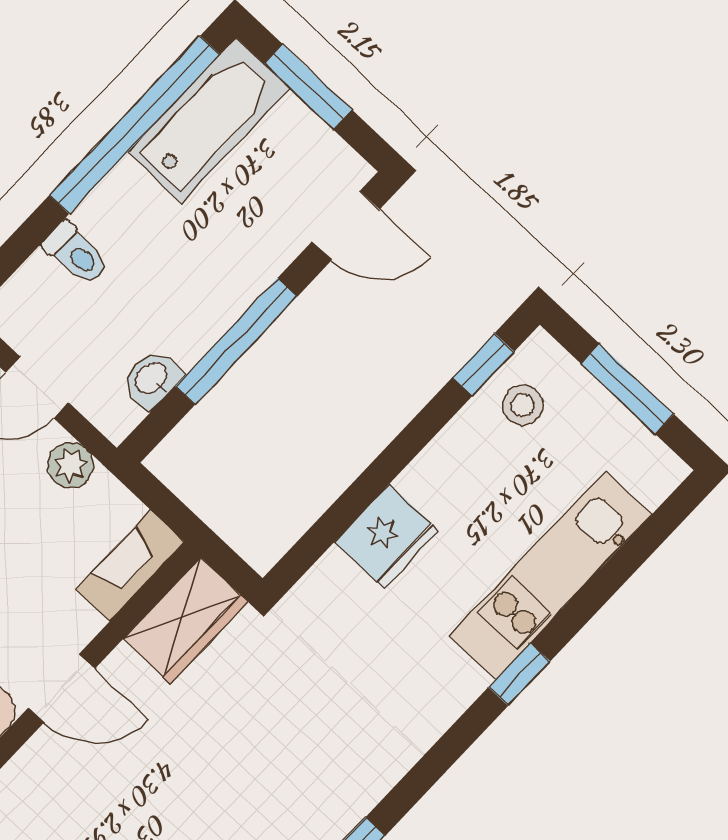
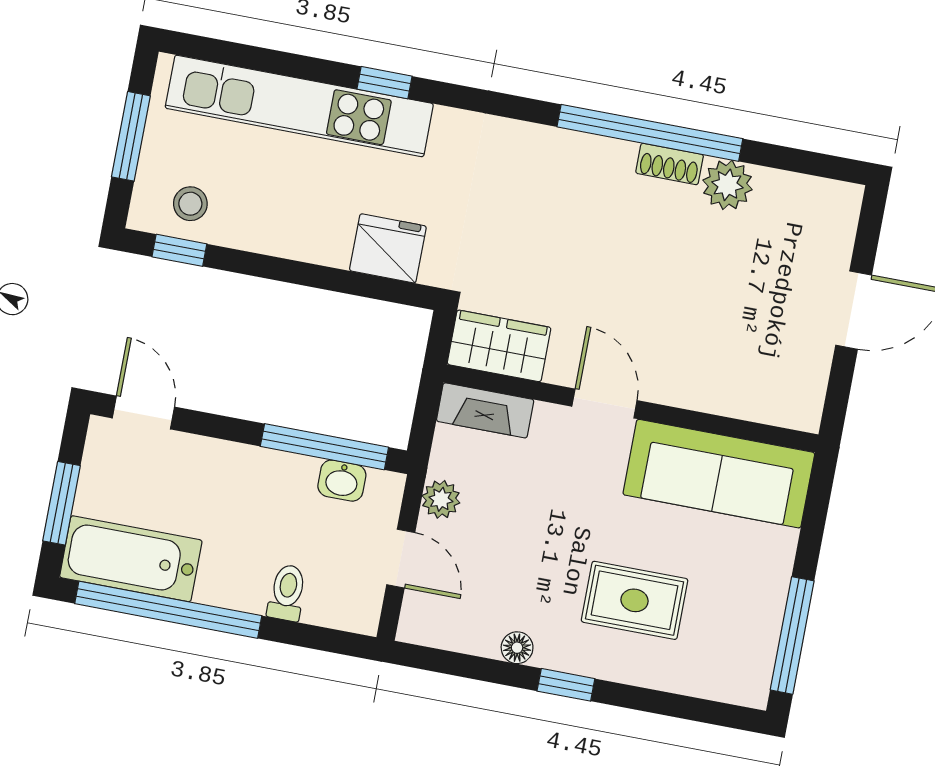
window: (236, 341) -> (324, 447), moved
fridge: (387, 536) -> (388, 248), moved
kitchen unit: (550, 575) -> (299, 106), width x1.36

